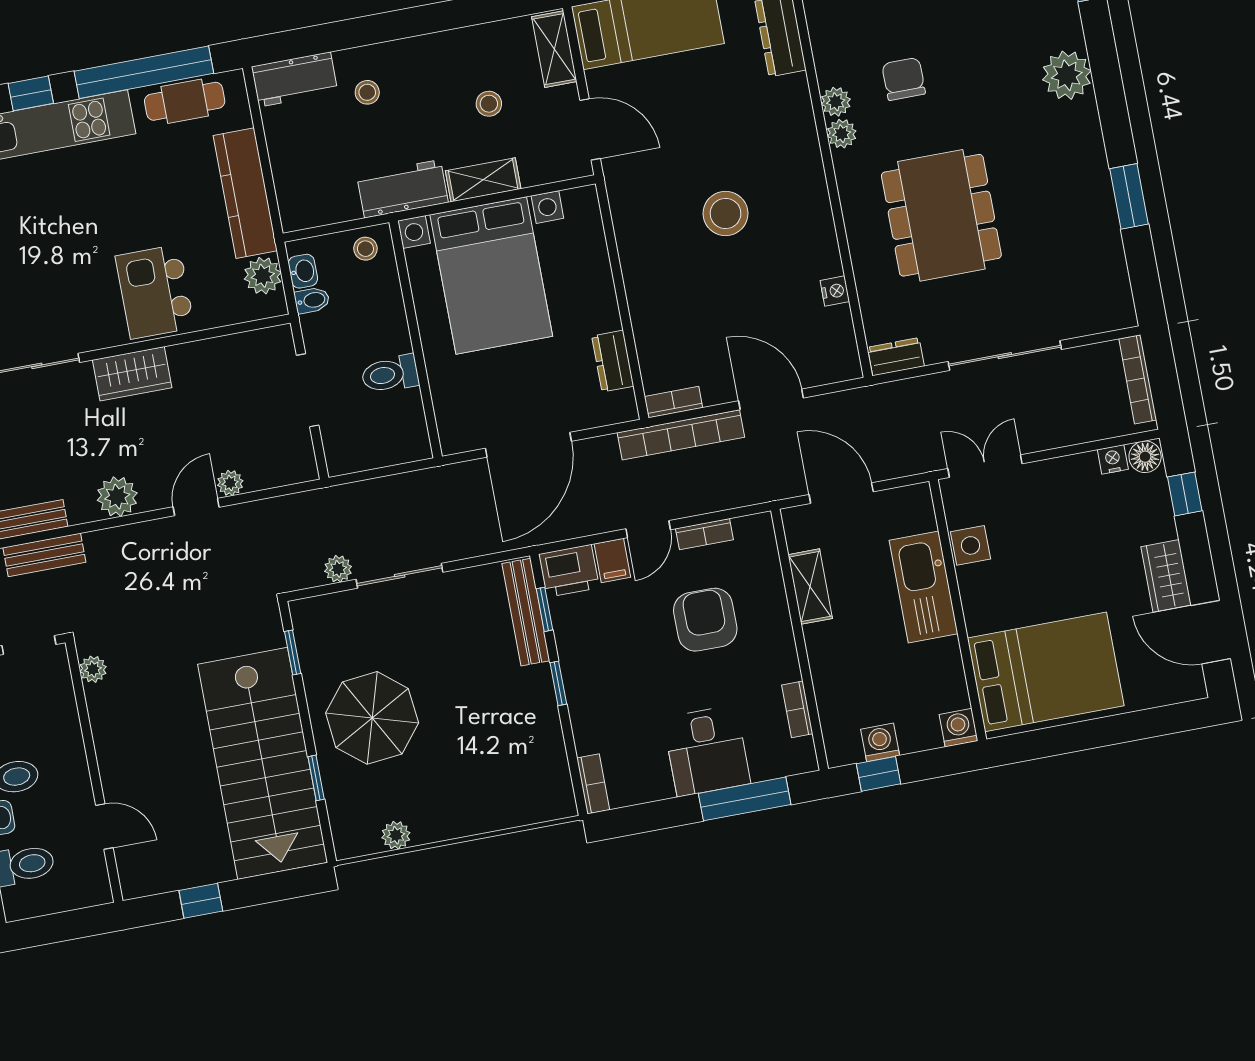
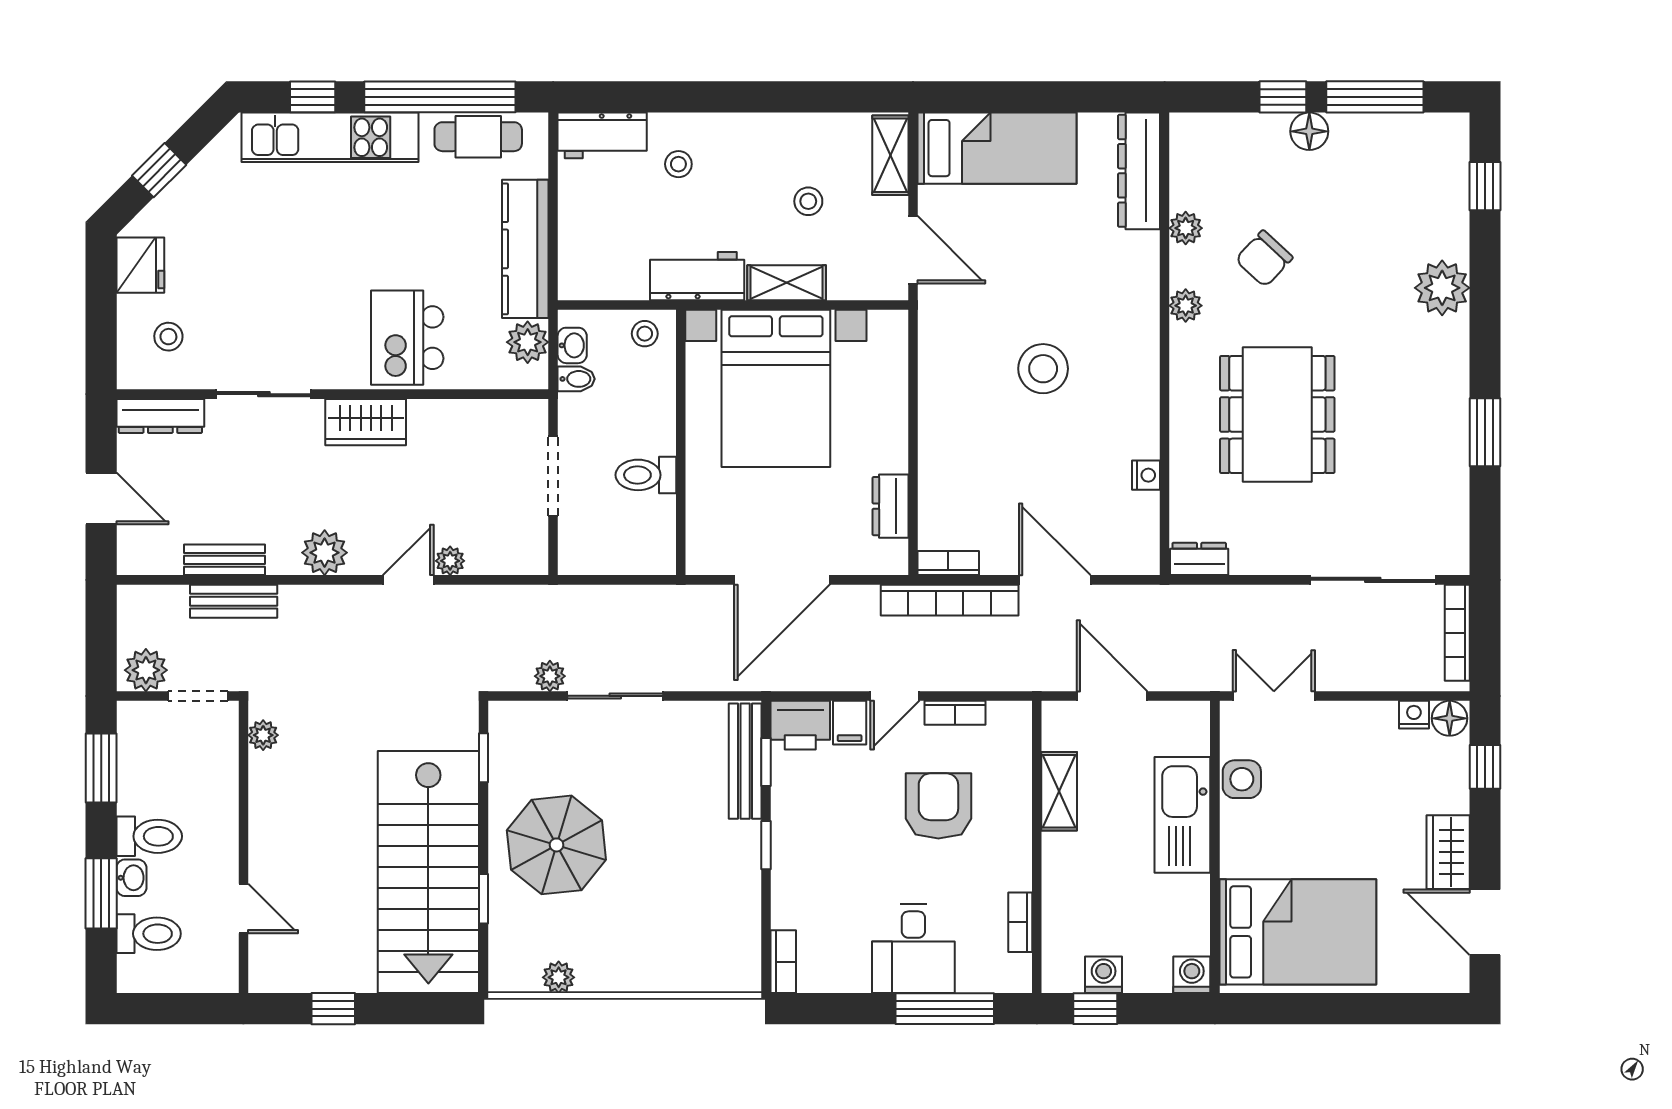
chair: (904, 79) -> (1264, 259), turned -137
plant: (836, 102) -> (1186, 228), moved
sliding door: (1005, 356) -> (1373, 580), moved

